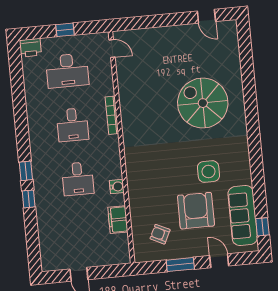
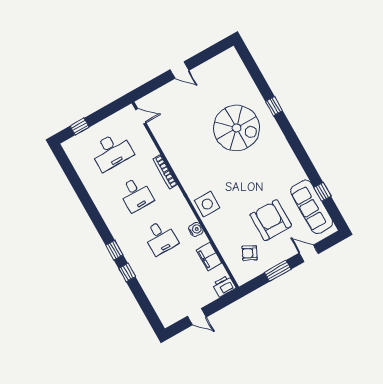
door: (206, 16) -> (179, 70), moved
window: (65, 30) -> (80, 127), moved
printer: (30, 48) -> (224, 286), moved, turned 180
window: (250, 98) -> (274, 106), added
spiral stairs: (203, 103) -> (236, 128), turned 180
side table: (208, 172) -> (207, 204), moved
window: (262, 227) -> (322, 192), moved

